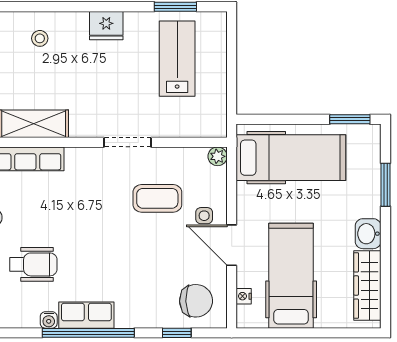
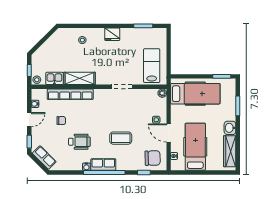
lab bench: (177, 59) -> (152, 66), moved
coffee table: (157, 198) -> (121, 138), moved

